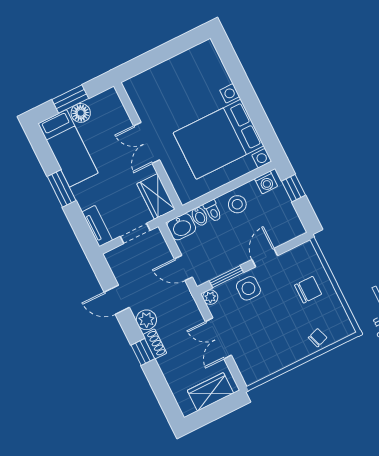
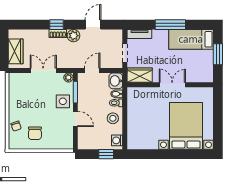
floor lamp: (81, 113) -> (207, 56), removed
bed with nightstands: (219, 139) -> (186, 126), moved
window: (62, 188) -> (170, 25), width x1.44
chair: (308, 290) -> (35, 133), moved

